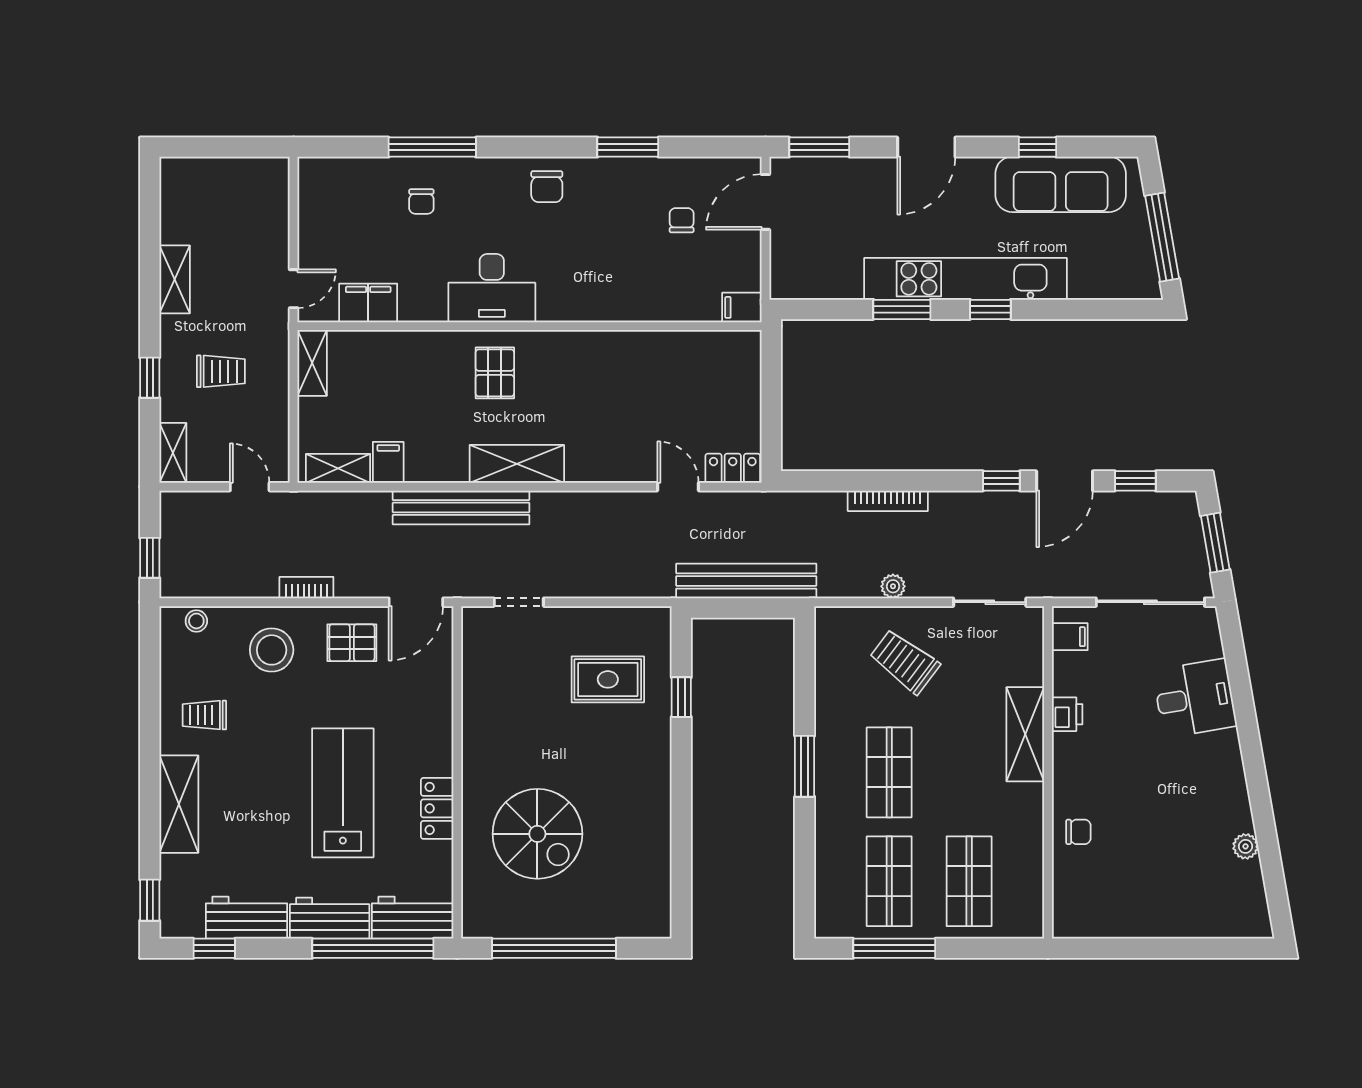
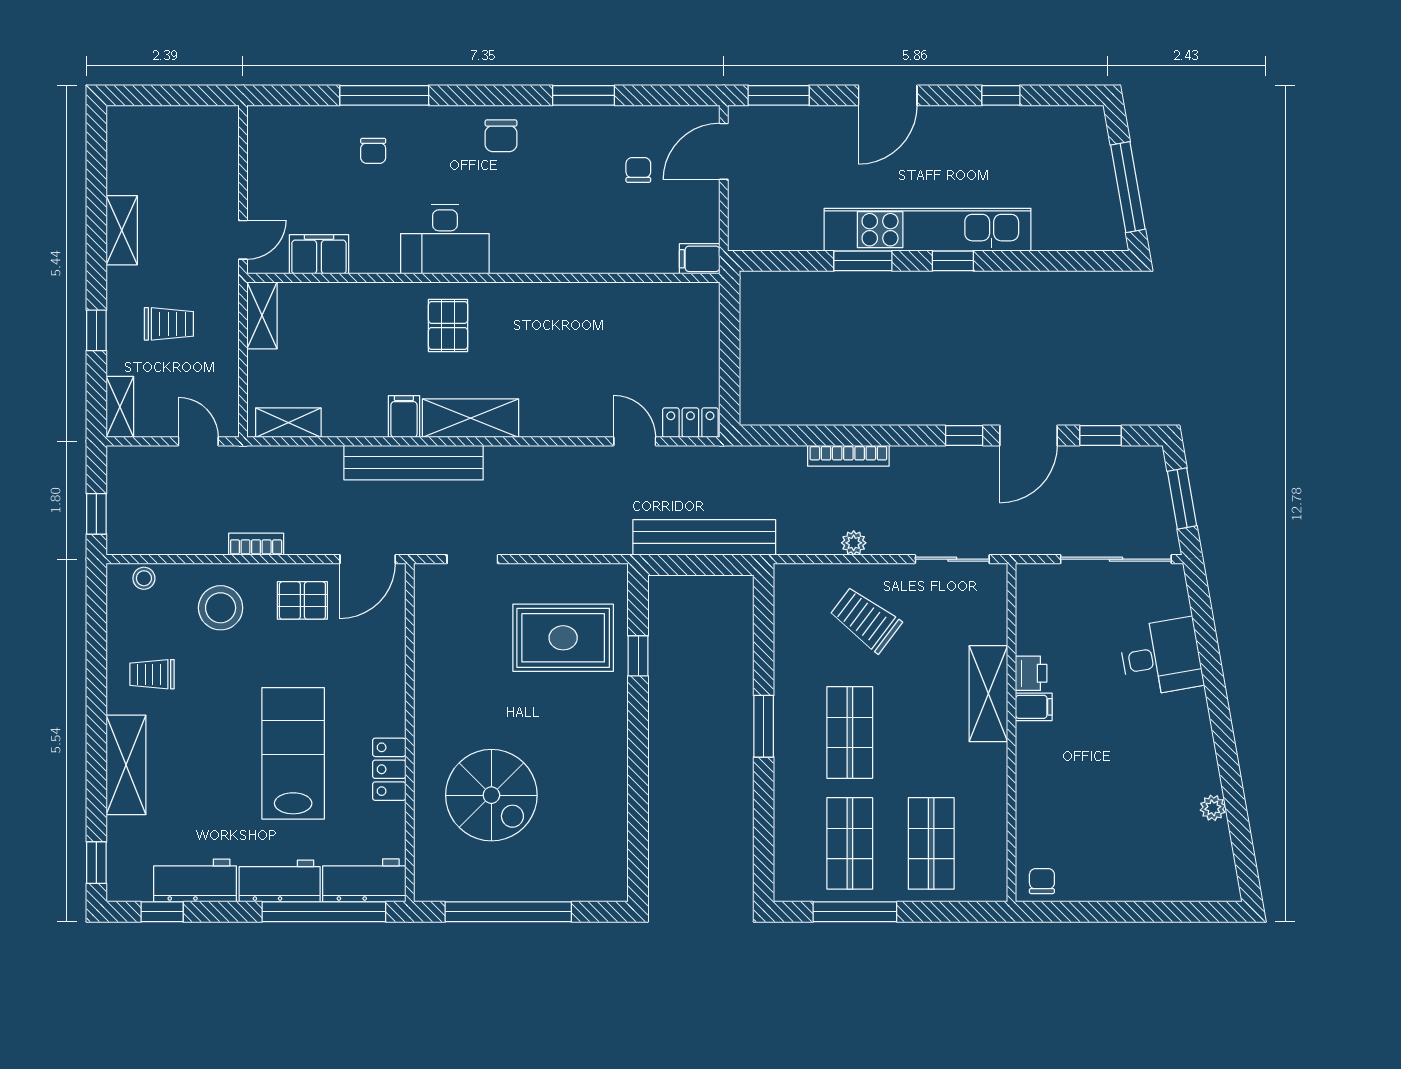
sofa: (1061, 184) -> (1024, 133), removed
filing cabinet: (388, 462) -> (404, 417), moved
filing cabinet: (1070, 637) -> (1034, 707), moved
rug: (608, 679) -> (563, 638), width x1.36, depth x1.43
chair: (1078, 832) -> (1042, 881), moved, turned -90

